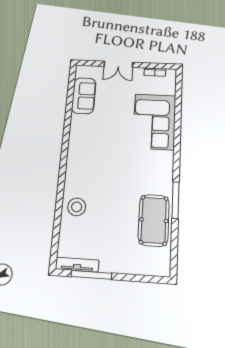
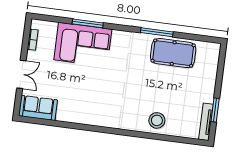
sofa: (84, 96) -> (38, 108), moved
window: (178, 125) -> (88, 23), added
window: (91, 275) -> (215, 110), width x0.69

